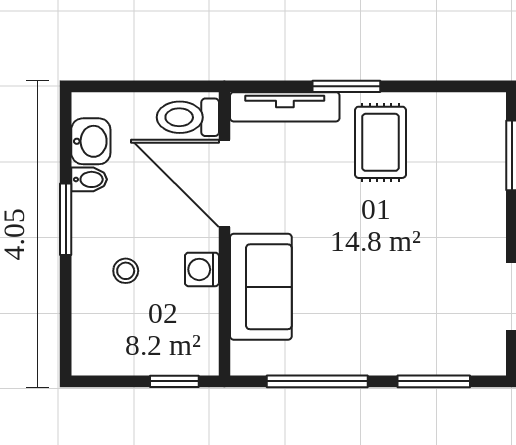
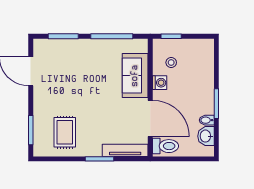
rug: (380, 142) -> (65, 132), moved
stool: (126, 271) -> (171, 62), moved

